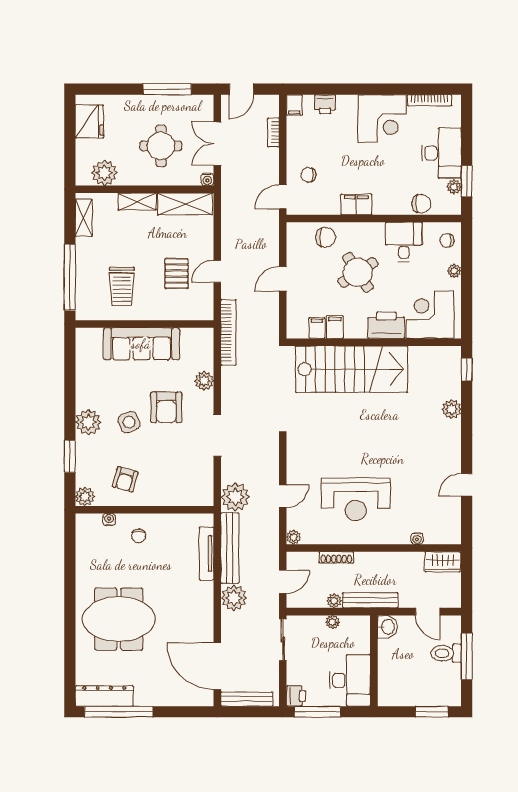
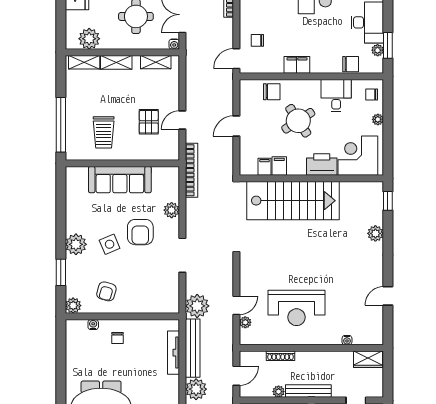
shelving: (185, 204) -> (156, 62), width x0.67, depth x0.75
shelving: (84, 218) -> (84, 62), moved, turned 90
plant: (294, 537) -> (245, 322), moved

